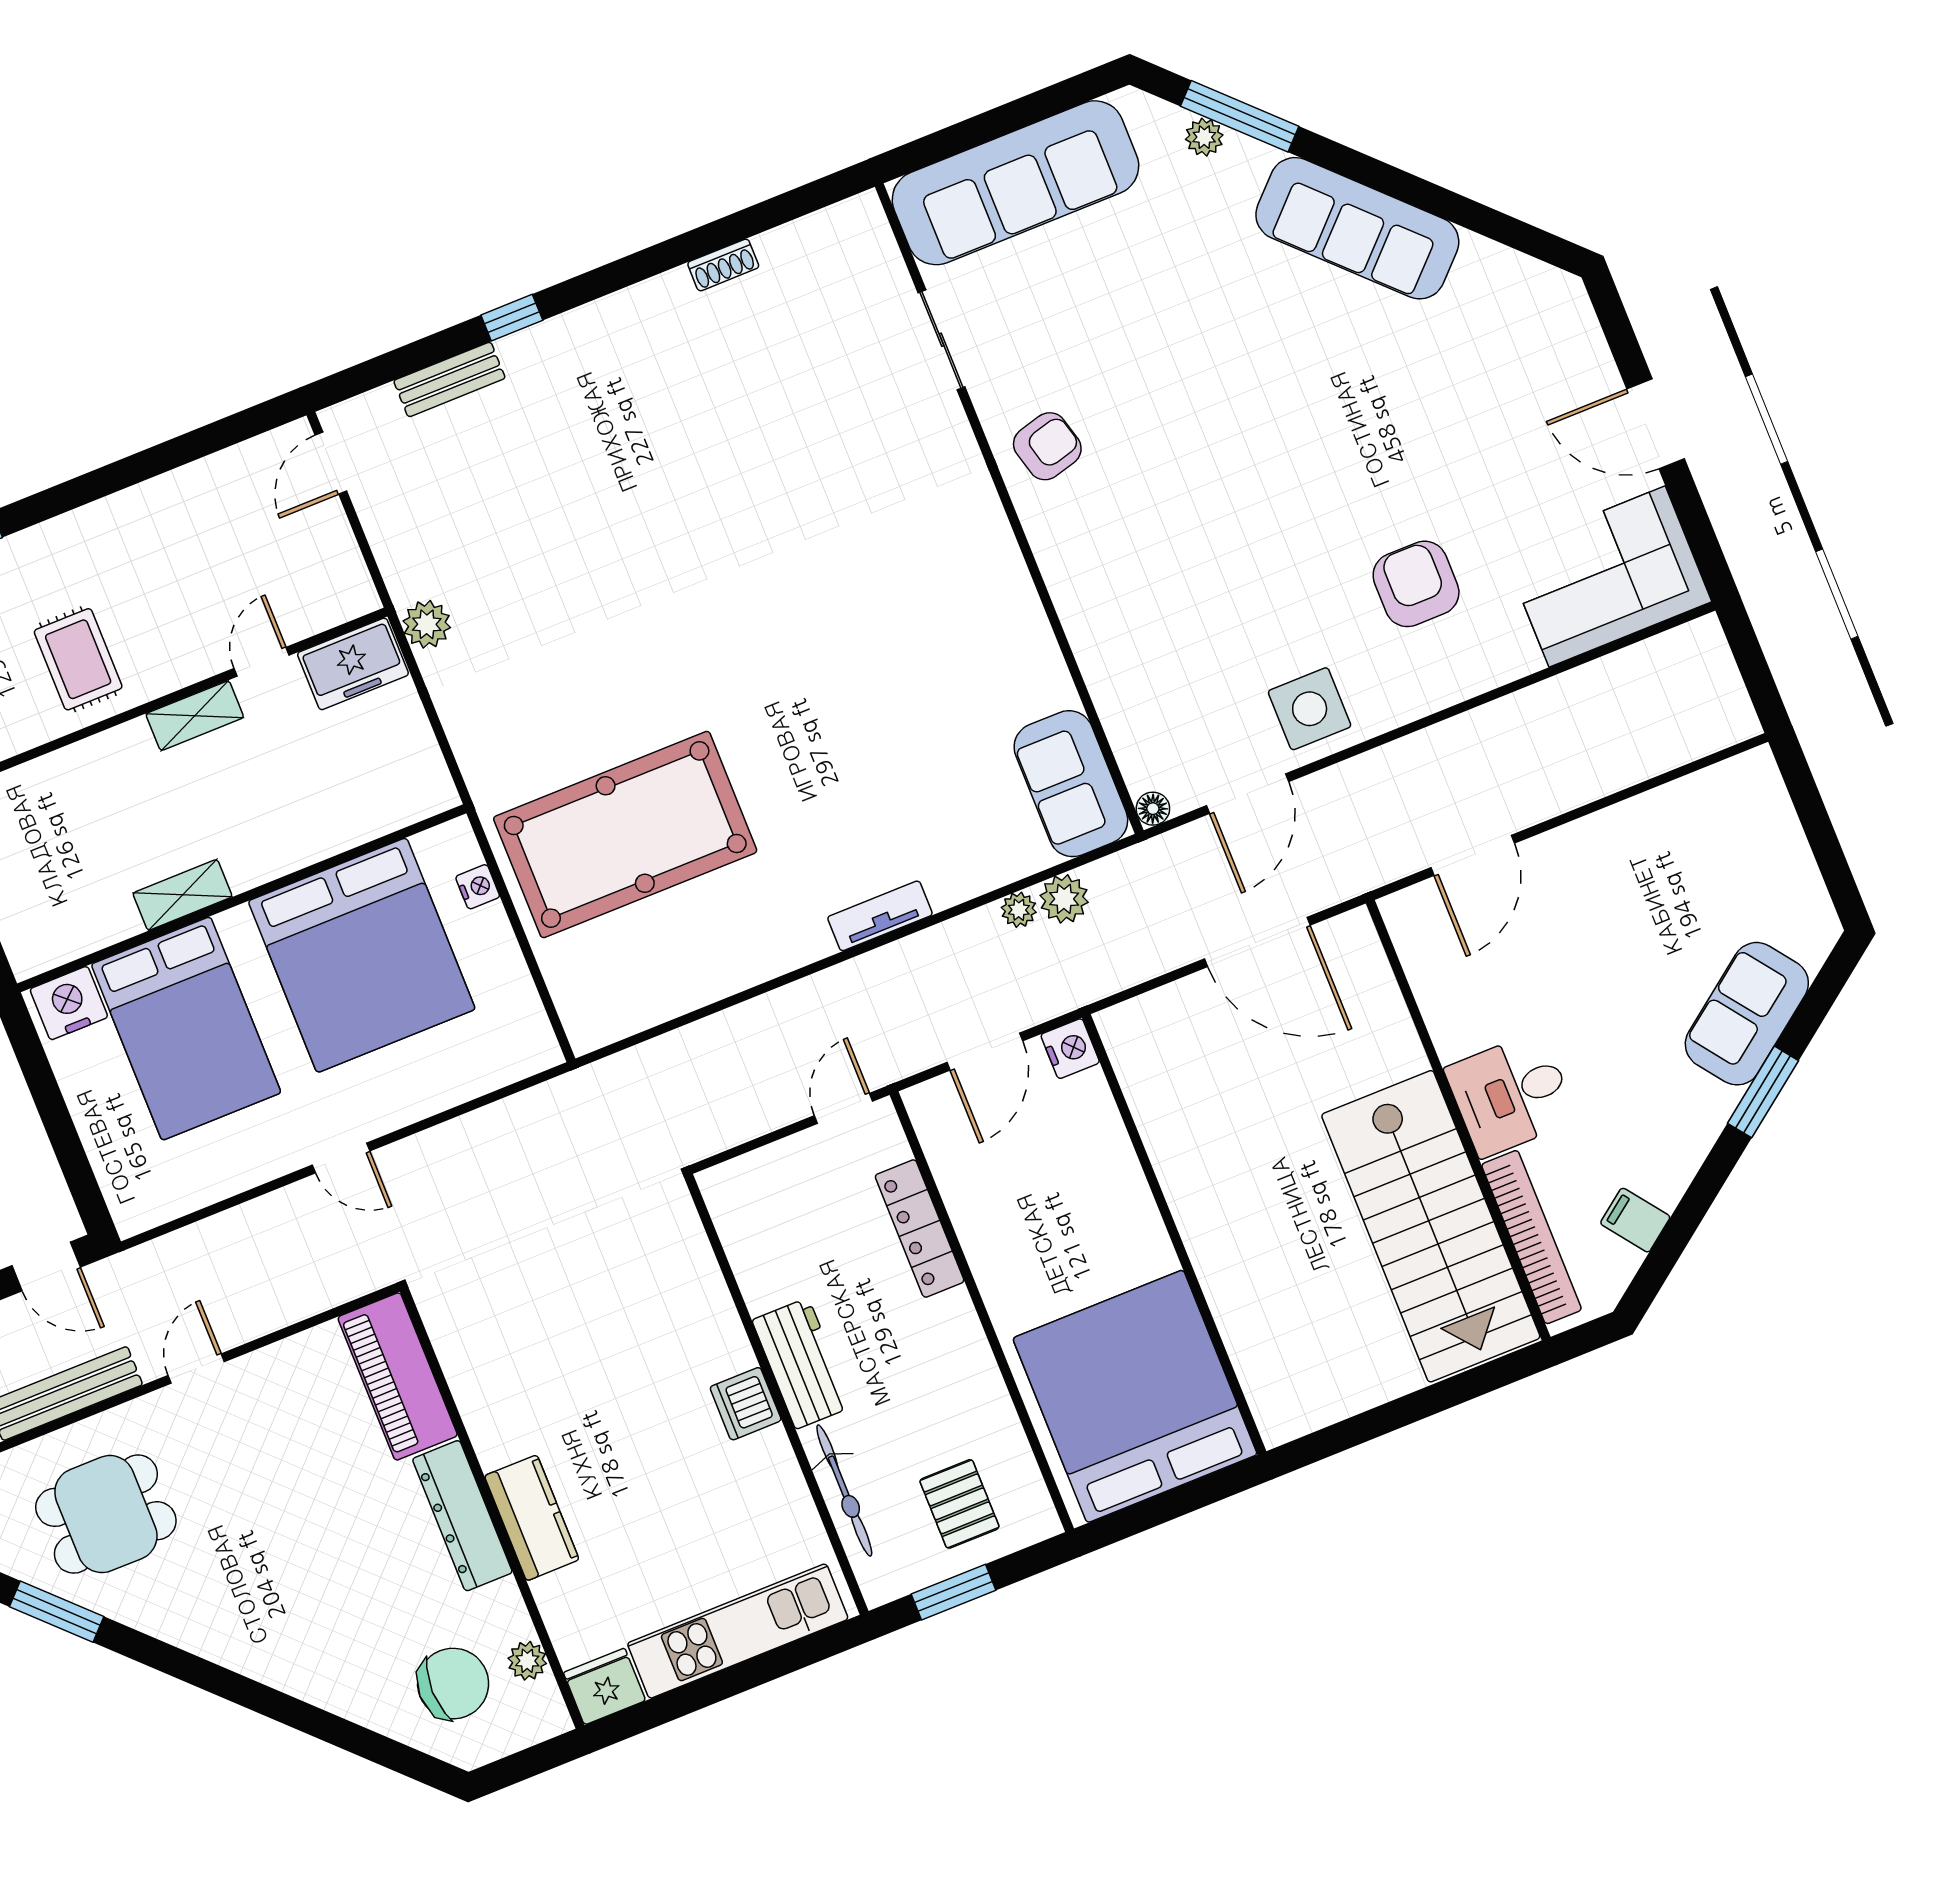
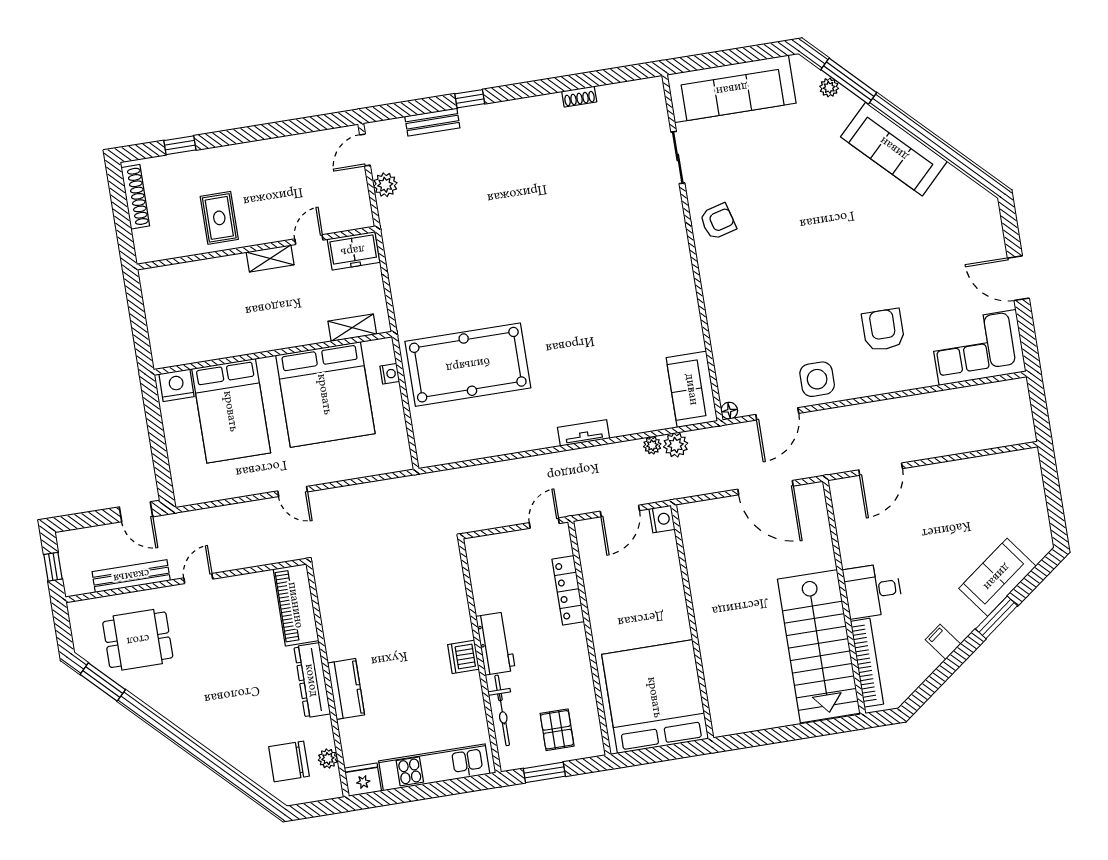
plant: (427, 624) -> (385, 185), moved
shelving: (183, 895) -> (352, 328), moved
filing cabinet: (1635, 1220) -> (943, 642), moved
chair: (453, 1684) -> (289, 761), turned 180

